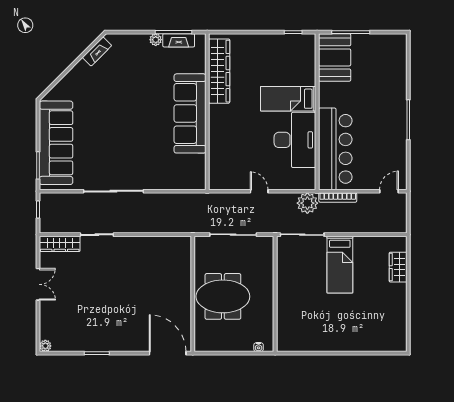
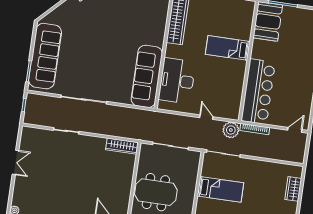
sofa: (190, 113) -> (147, 76), moved
desk: (295, 140) -> (177, 81), moved, turned 180
door: (259, 191) -> (206, 117), moved
wardrobe: (60, 244) -> (122, 146), moved
bed: (340, 265) -> (221, 189), moved, turned -90

